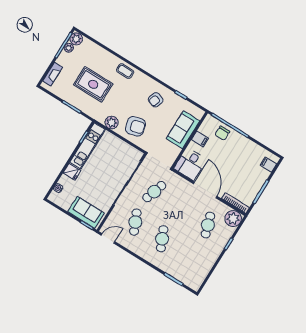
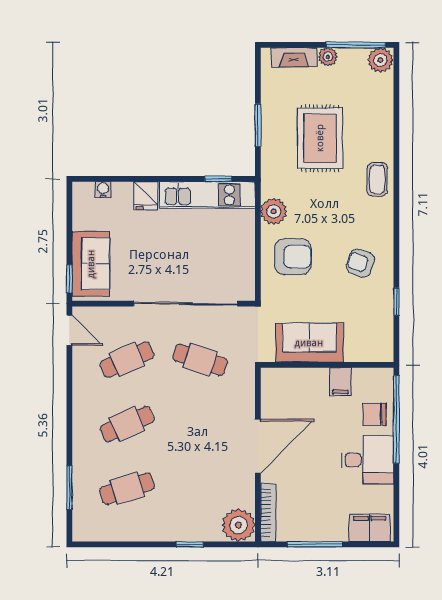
plant: (69, 48) -> (328, 57), moved
armchair: (135, 126) -> (293, 257), turned -74
sofa: (183, 130) -> (309, 343), moved
desk: (190, 164) -> (367, 460), moved, turned 180
filing cabinet: (268, 165) -> (370, 528), width x2.00
cafe table: (208, 225) -> (127, 488), moved

